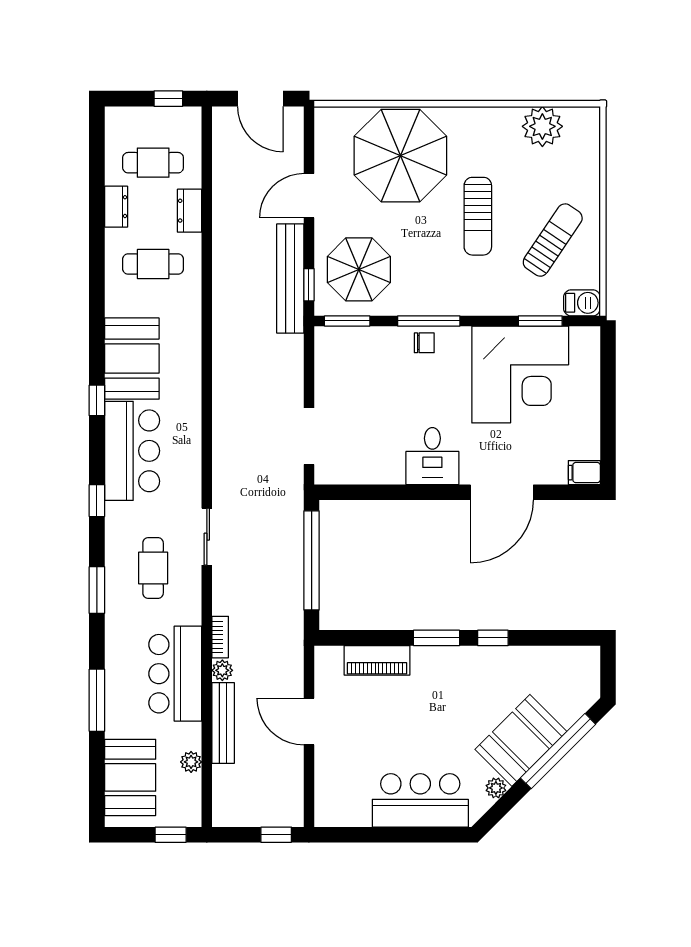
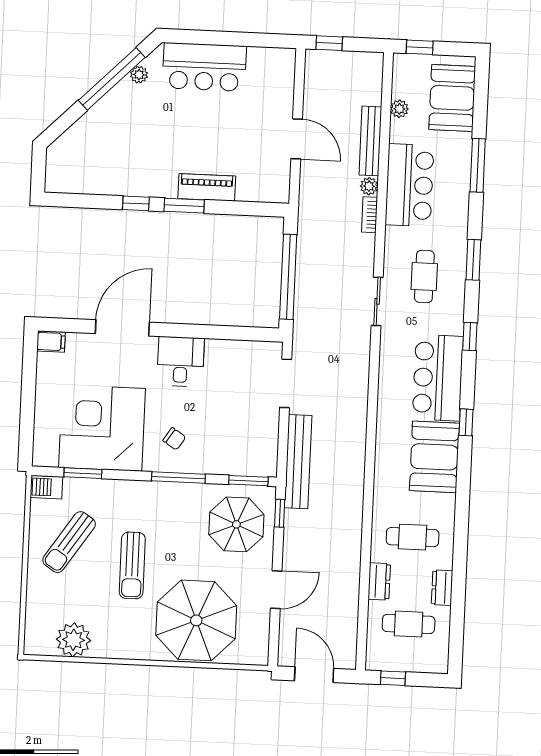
sun lounger: (478, 216) -> (132, 565), turned 180
bench: (290, 278) -> (298, 462), moved
chair: (424, 343) -> (174, 439), moved, turned -147
piano: (377, 660) -> (207, 187), moved
booth: (521, 740) -> (116, 114), removed
window: (558, 751) -> (112, 79), moved

